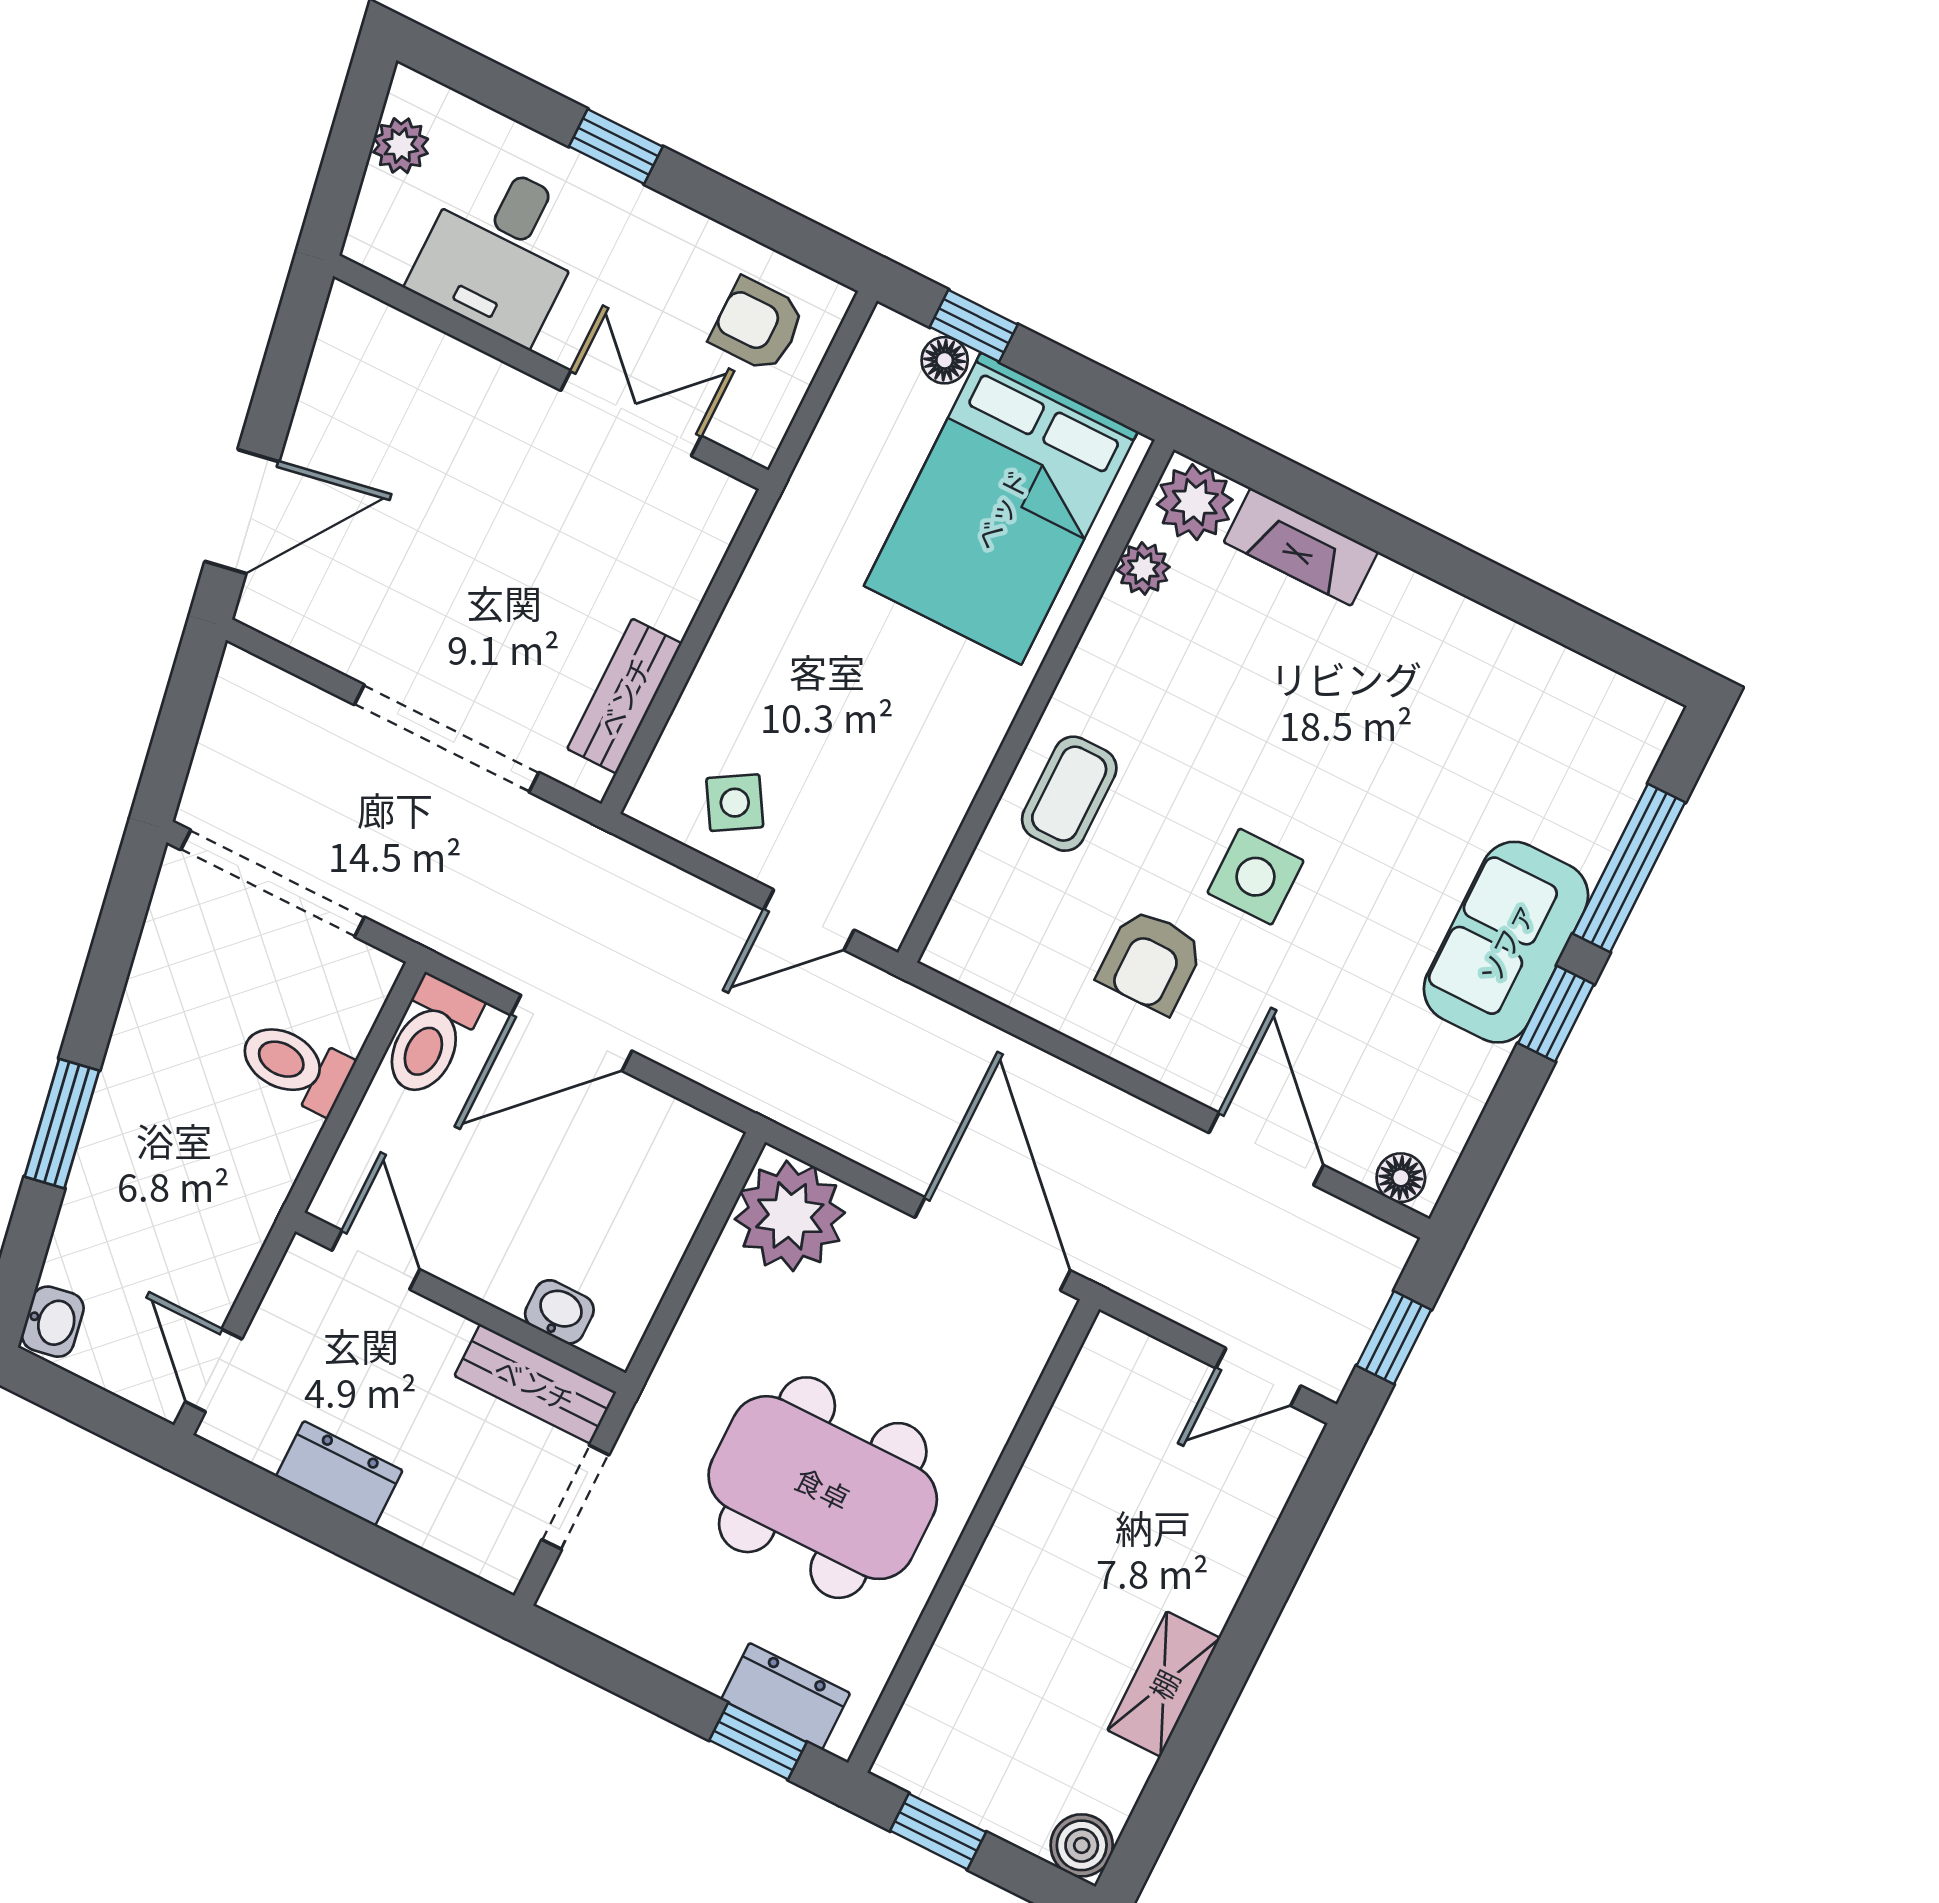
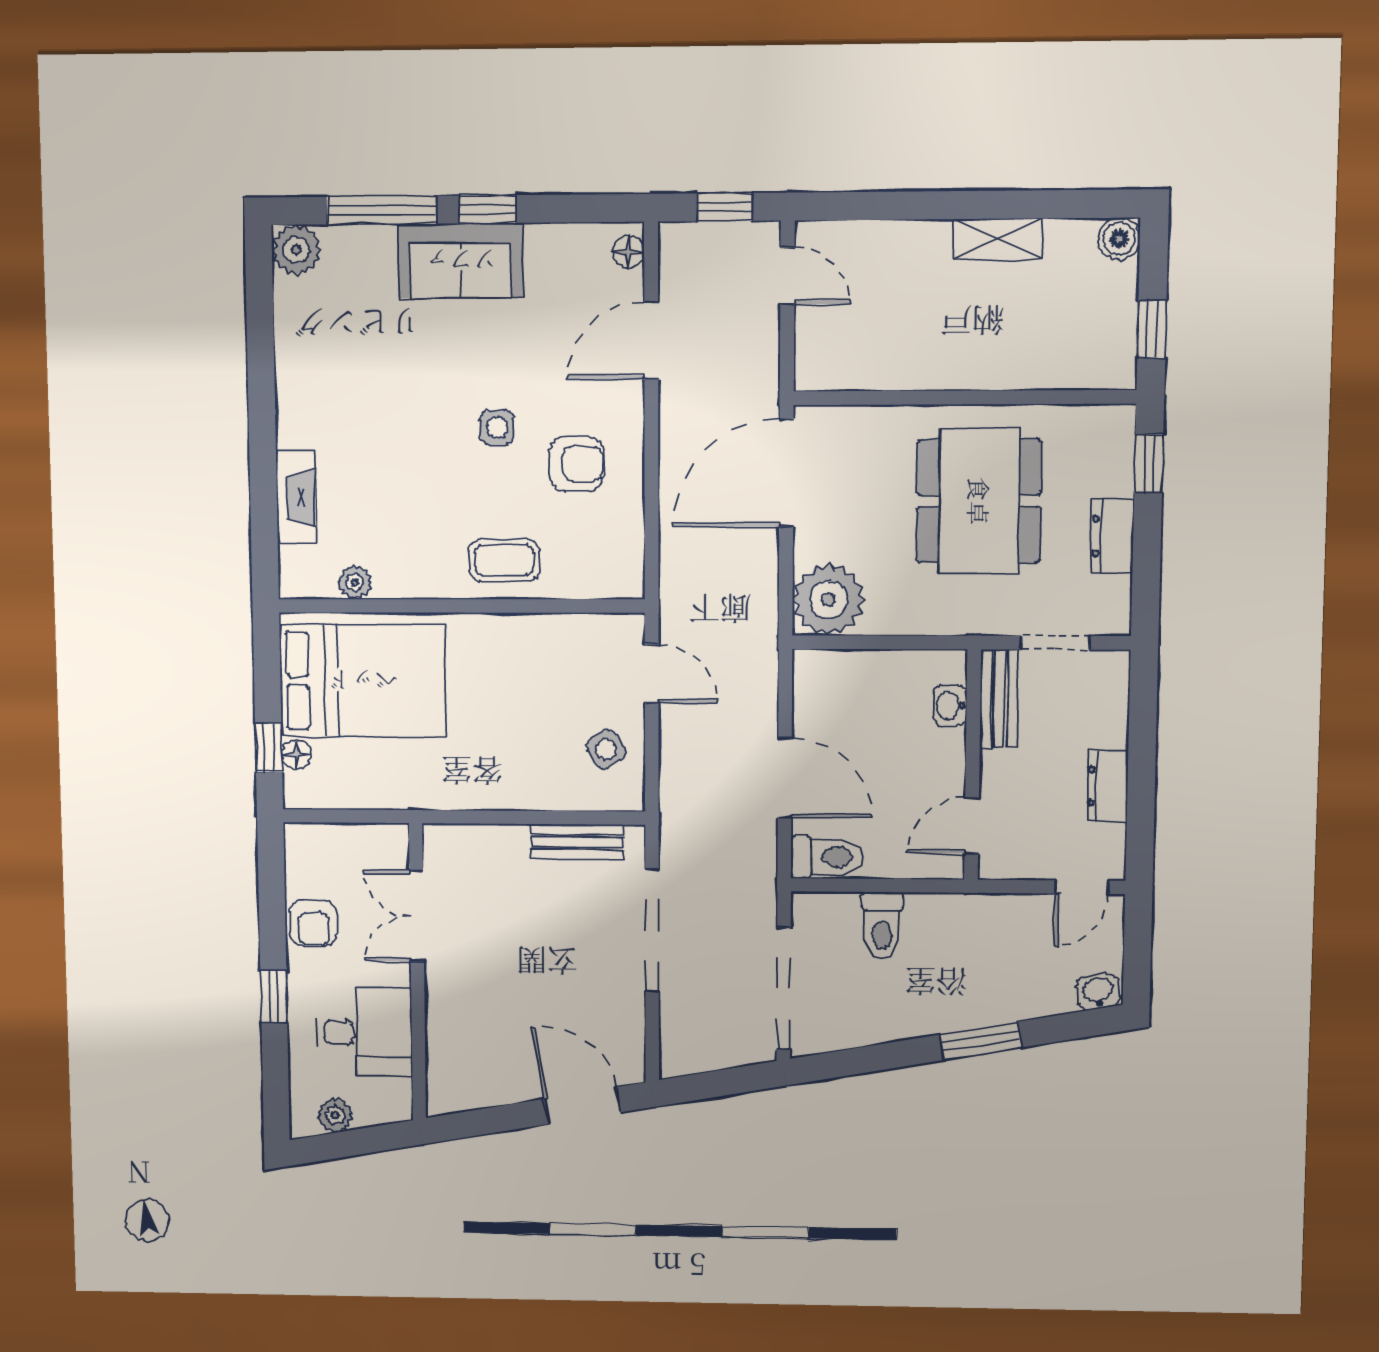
armchair: (757, 325) -> (313, 923), moved
plant: (1195, 502) -> (296, 250), moved
side table: (1255, 877) -> (497, 428), width x0.73, depth x0.73
dresser: (786, 1696) -> (1112, 536), moved

